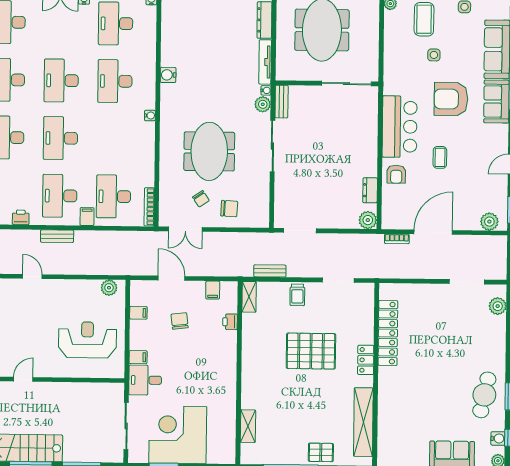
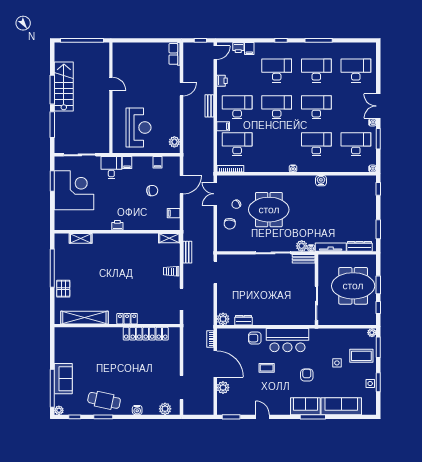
armchair: (451, 99) -> (307, 375), width x0.53, depth x0.53
plant: (489, 222) -> (223, 388), moved
printer: (230, 322) -> (117, 225), moved
pallet: (311, 351) -> (133, 281), removed
water cooler: (498, 438) -> (137, 410), moved

